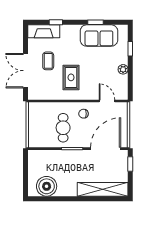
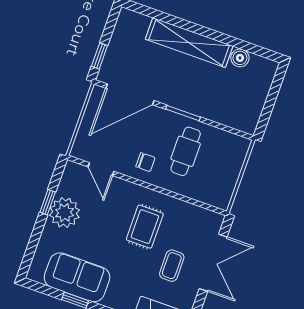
window: (130, 49) -> (48, 202), moved
plant: (123, 69) -> (65, 213), width x1.87, depth x1.87
boiler: (47, 186) -> (240, 58), width x0.54, depth x0.54
shelving: (103, 189) -> (189, 43), moved

